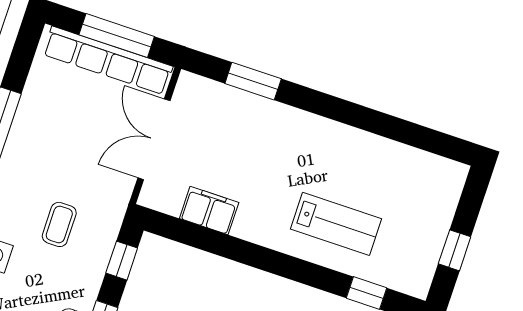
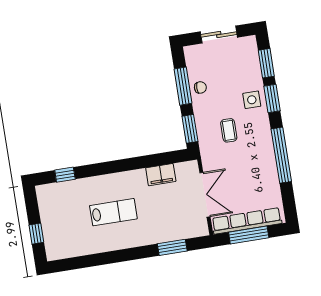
lab bench: (336, 224) -> (113, 212), moved, turned 180
window: (455, 250) -> (36, 234), moved
window: (122, 261) -> (190, 129), width x1.50

